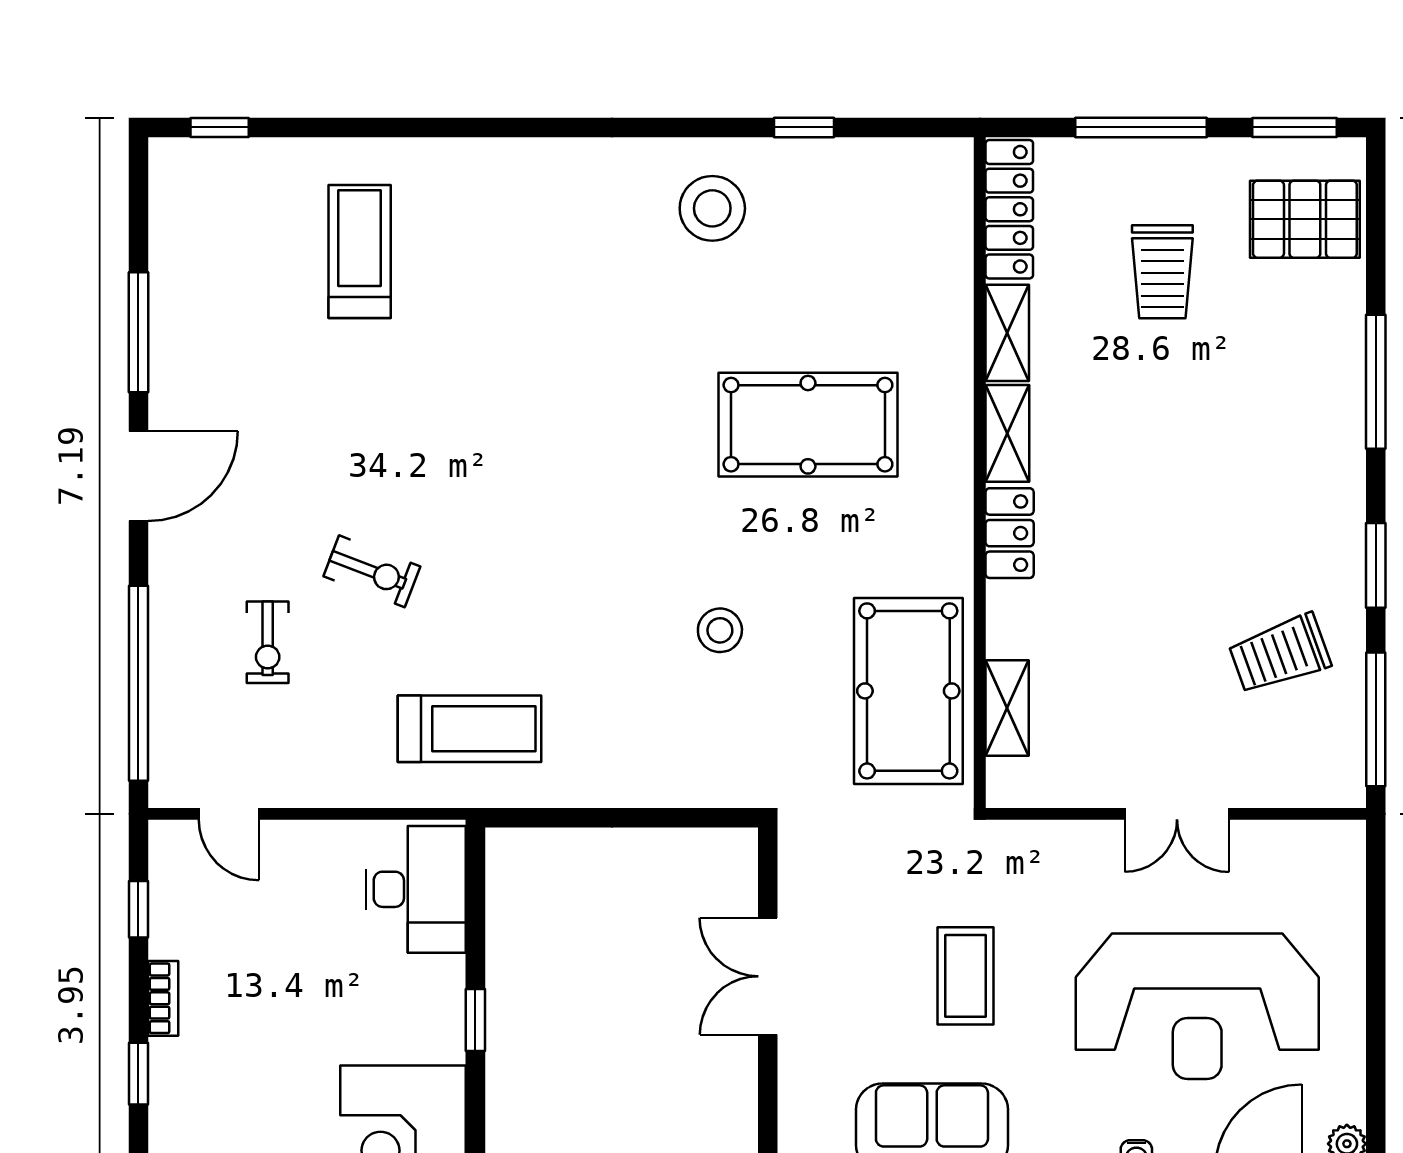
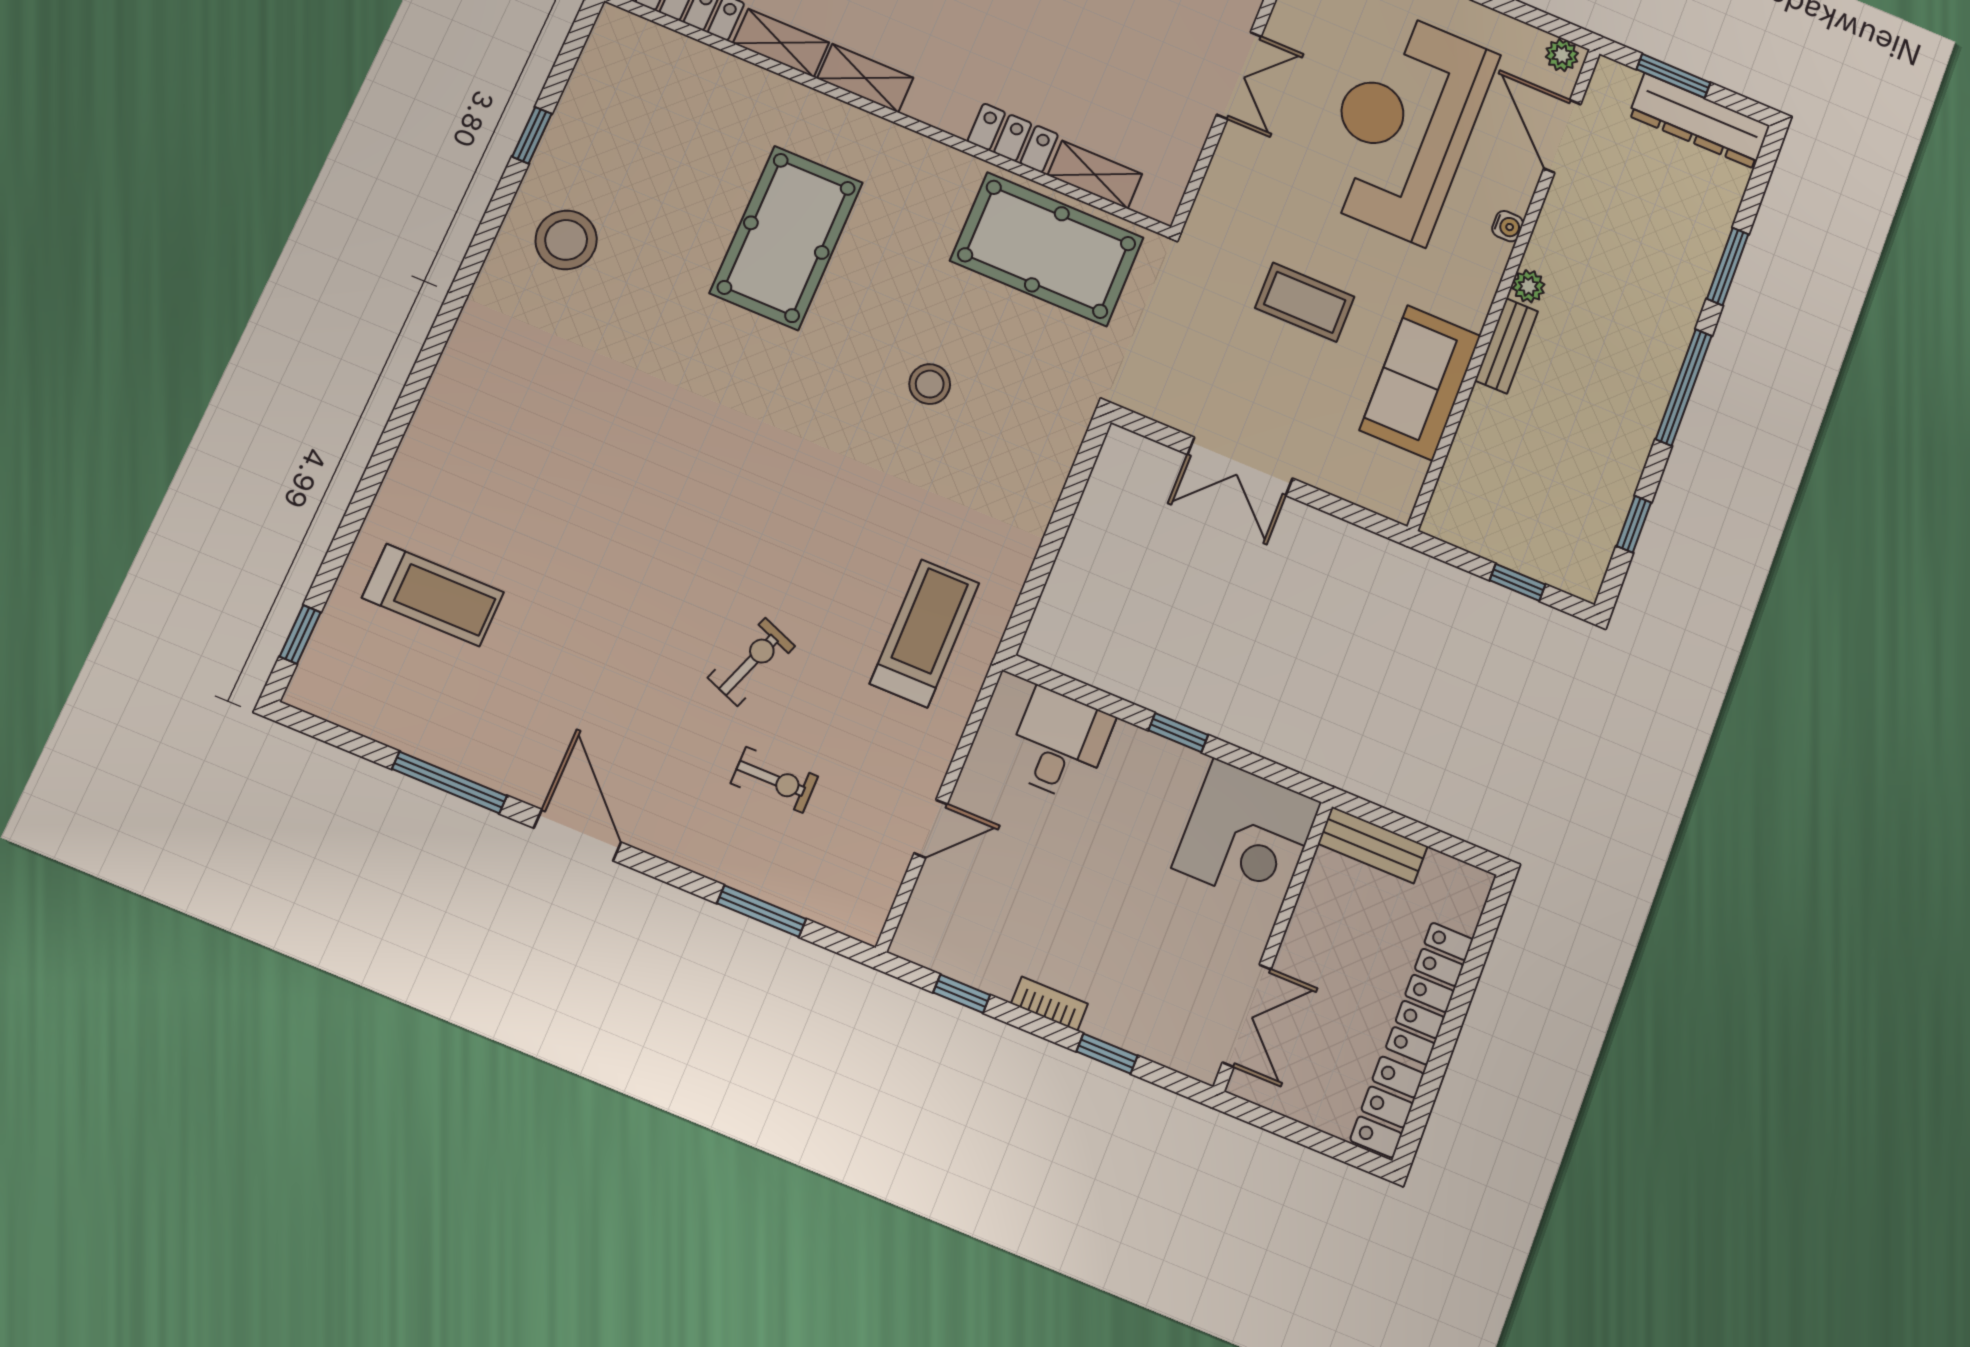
treadmill: (360, 252) -> (433, 595), moved, turned 180
locker: (1010, 533) -> (1013, 138), moved
window: (138, 683) -> (762, 911), width x0.47
door: (229, 814) -> (931, 829), moved
desk: (416, 889) -> (1059, 744), width x0.73
reception desk: (1197, 1006) -> (1404, 126), turned 180

